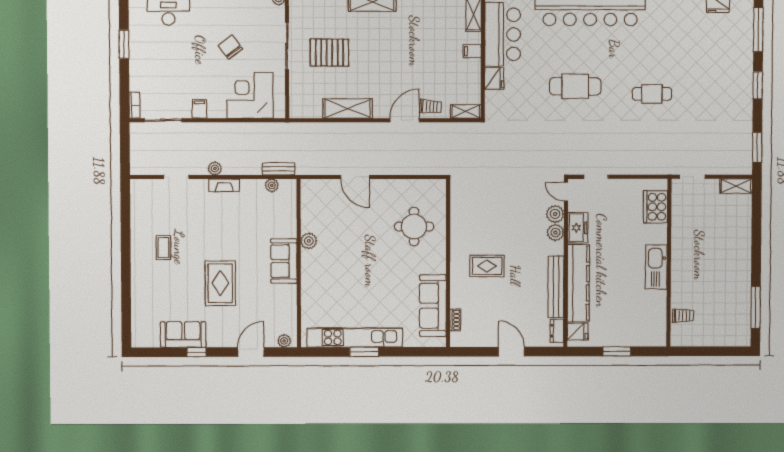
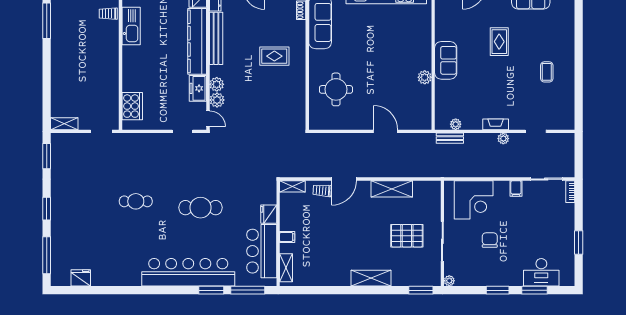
chair: (230, 47) -> (490, 240), turned -143
kitchen sink: (656, 267) -> (131, 26), moved
rug: (220, 283) -> (499, 42), width x0.73, depth x0.70

